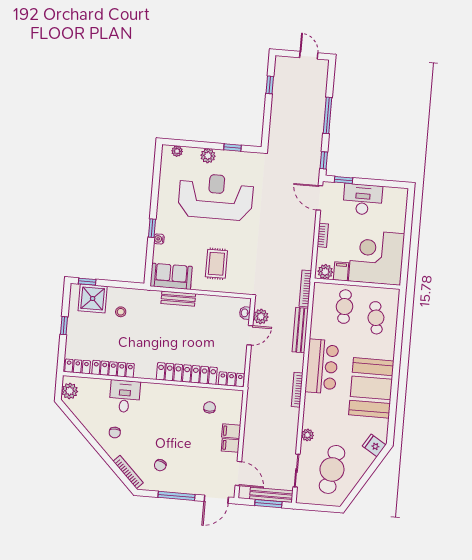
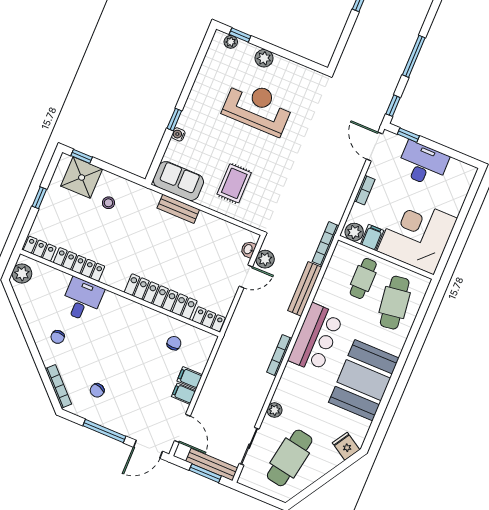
window: (233, 147) -> (240, 35), moved
reception desk: (216, 197) -> (258, 107), width x0.74, depth x0.77
cafe table: (376, 318) -> (395, 303), width x1.37, depth x1.35

